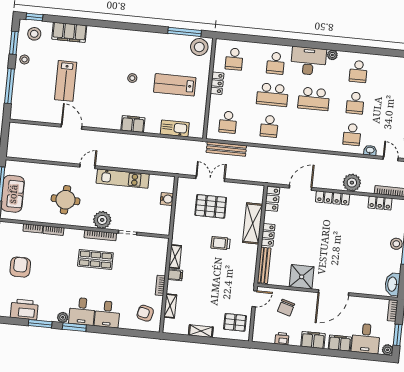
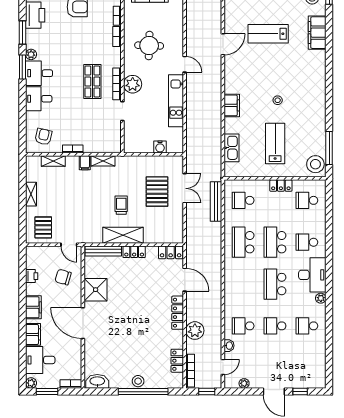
school desk: (269, 126) -> (243, 242), width x1.85
shelving: (253, 223) -> (123, 235), moved

